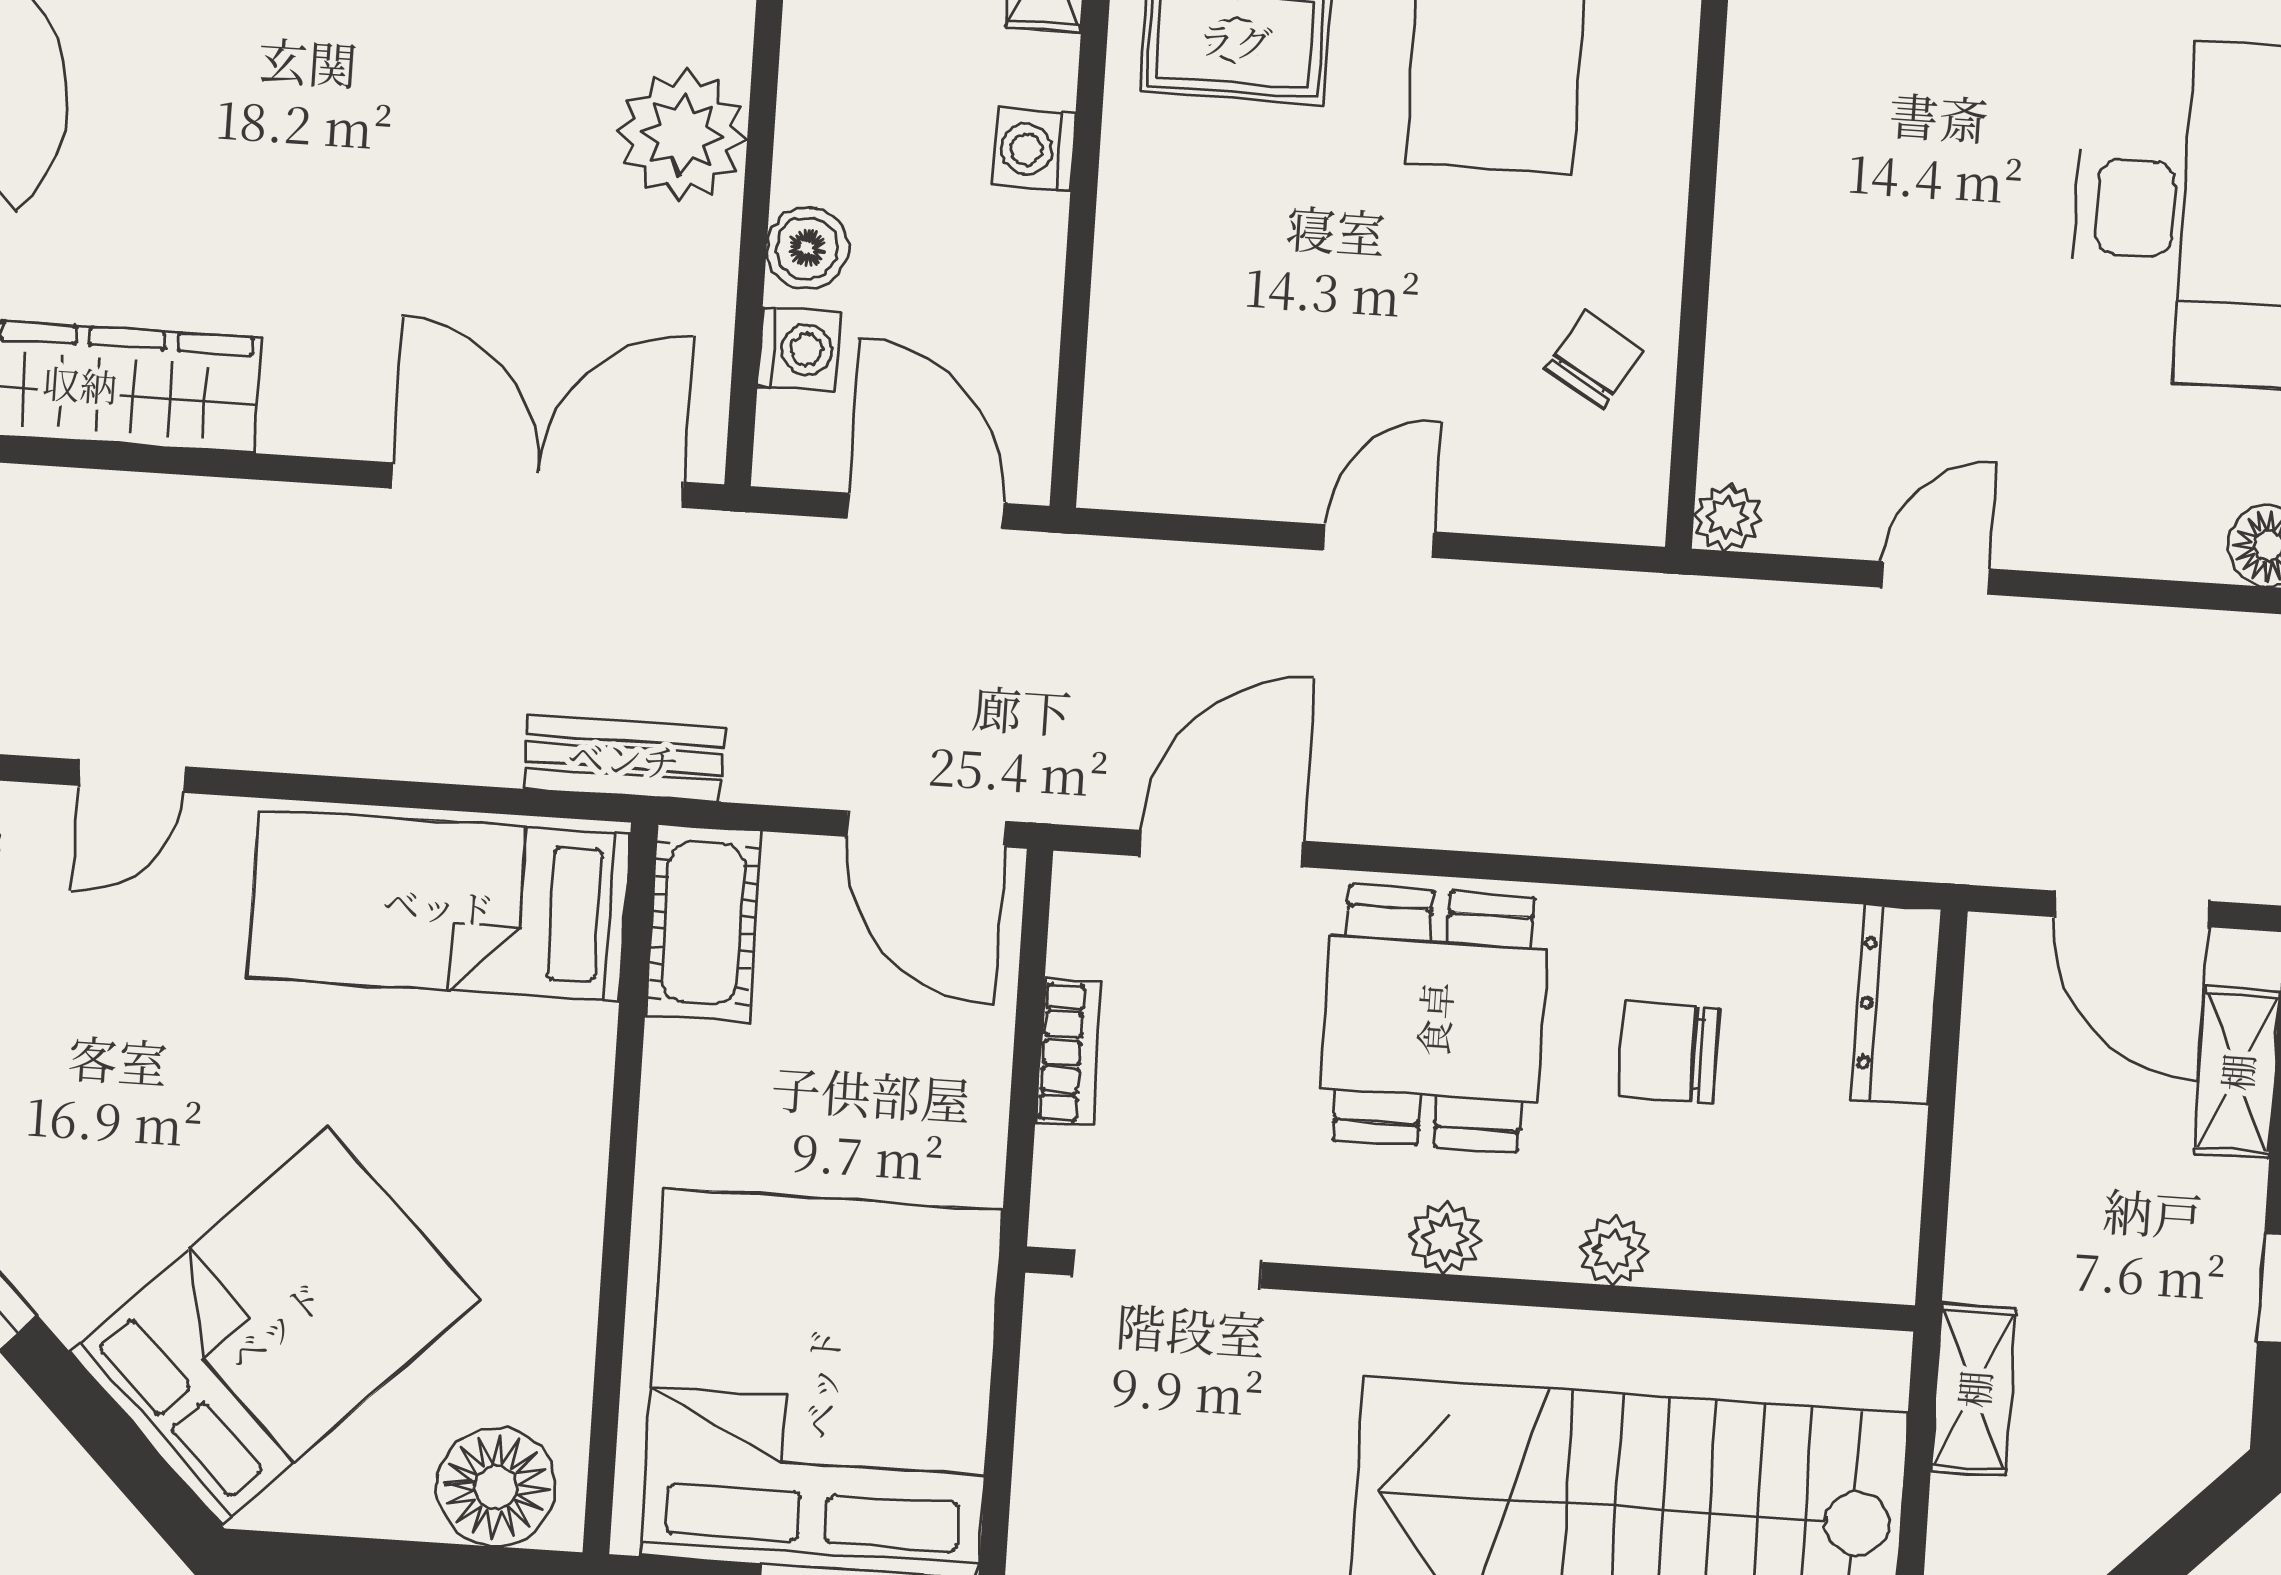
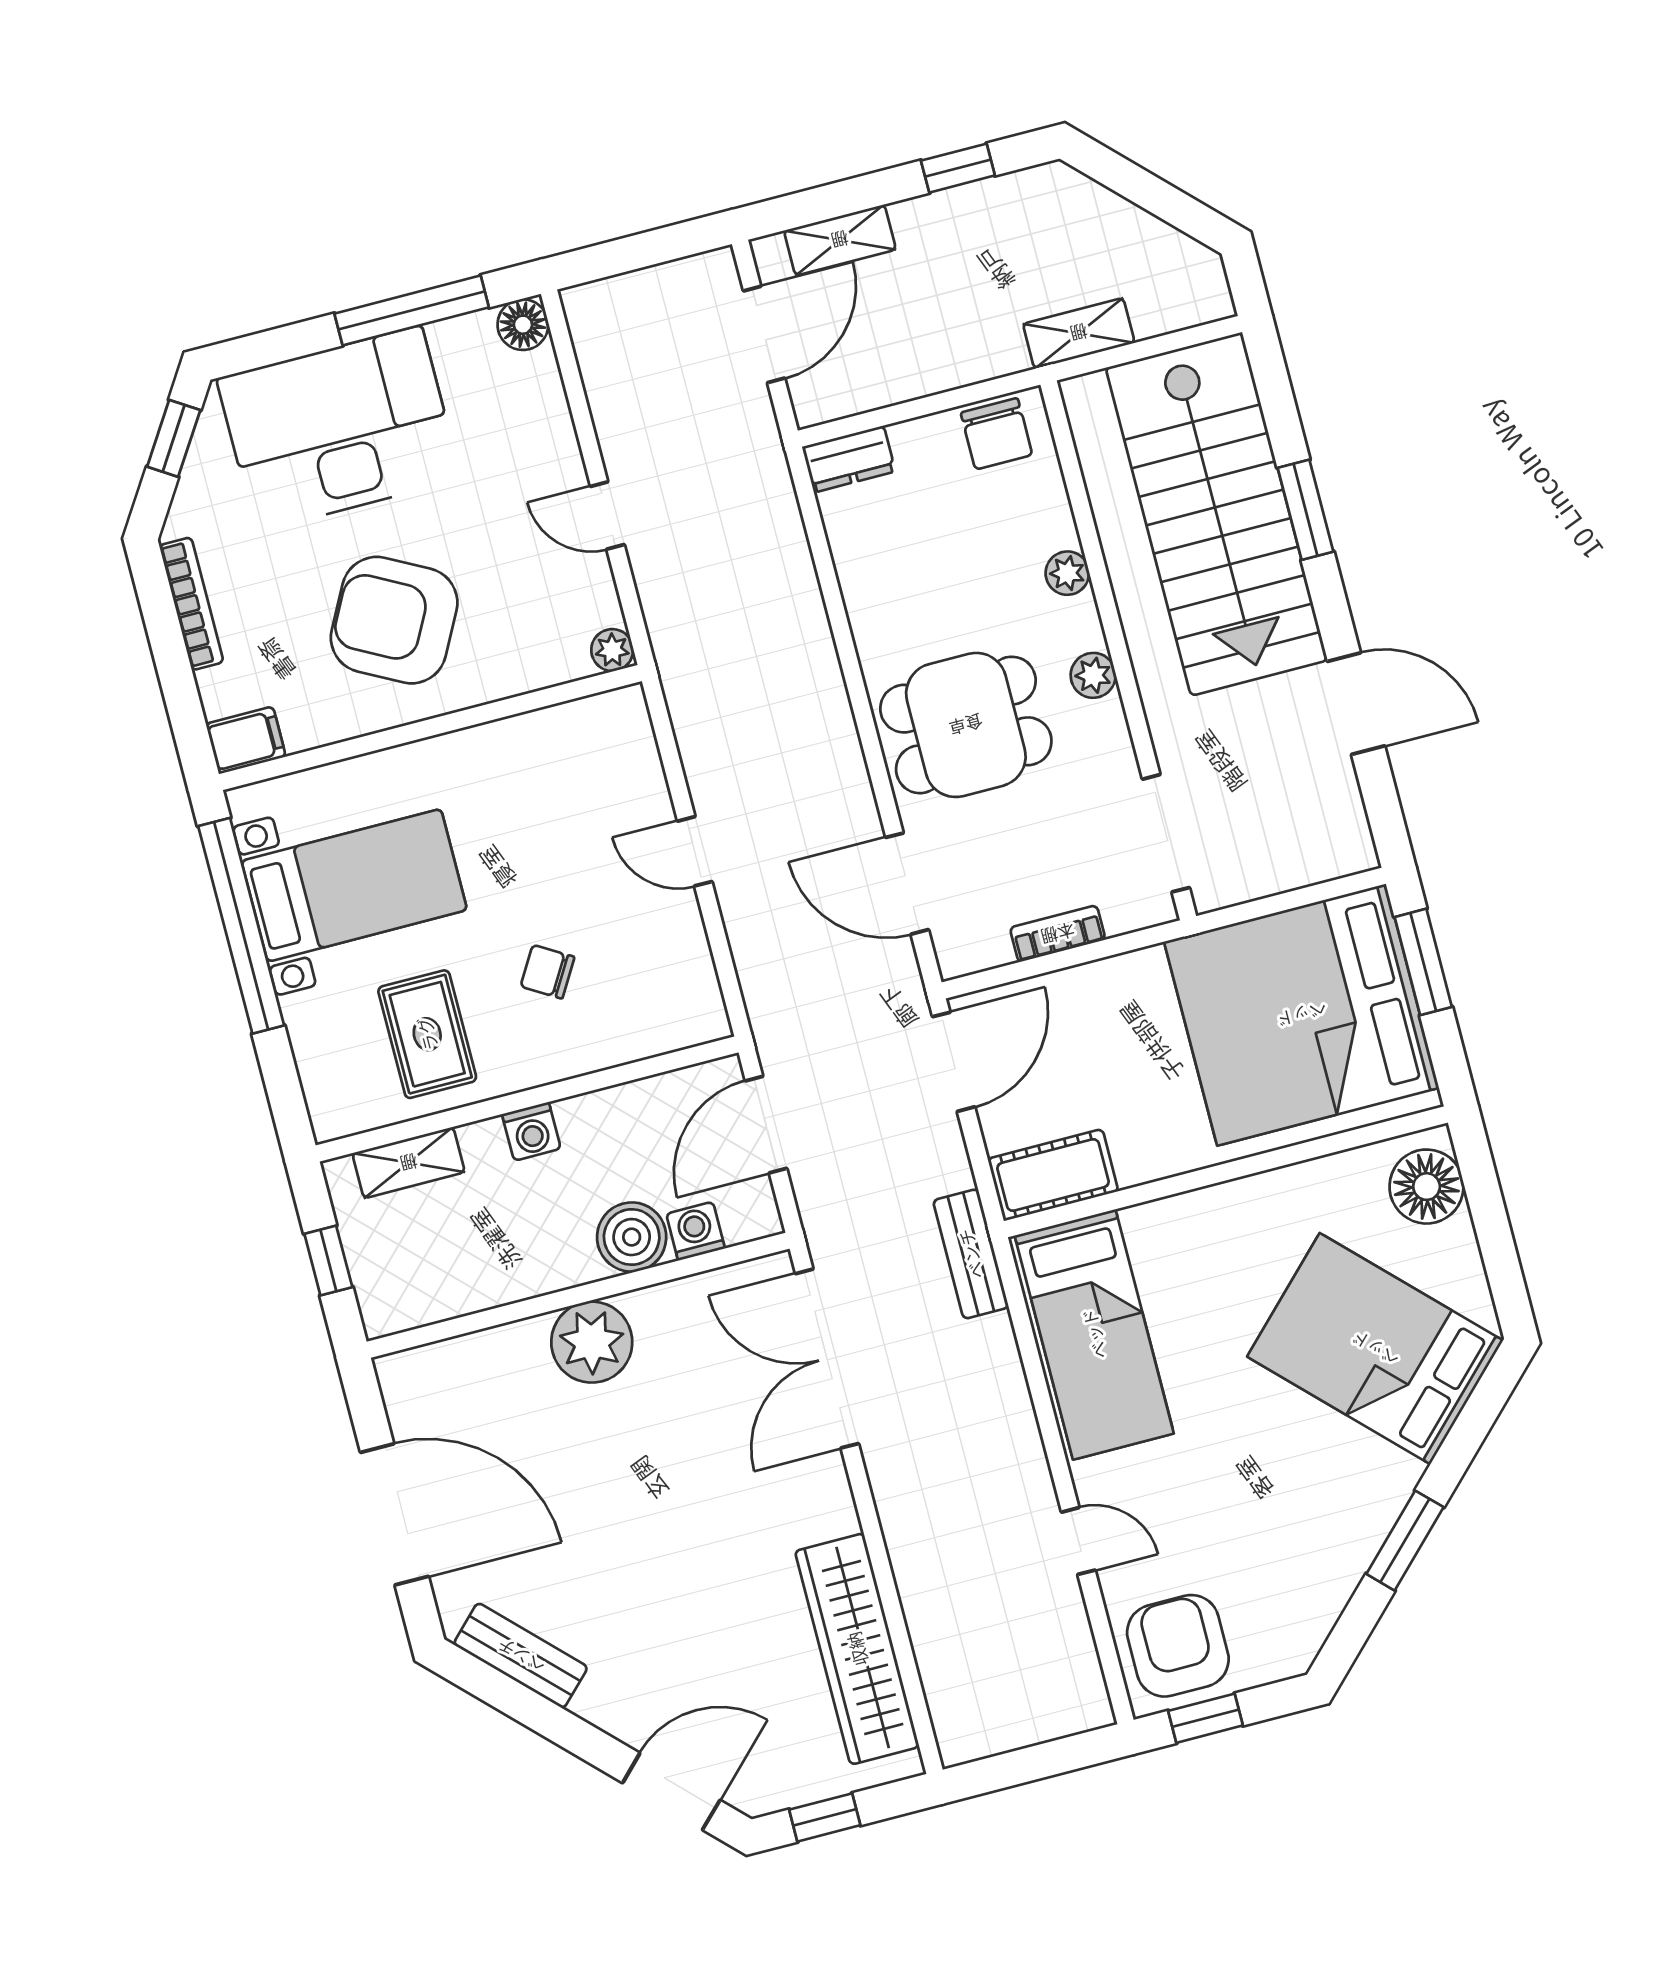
armchair: (1884, 200) -> (394, 620), added
boiler: (807, 248) -> (632, 1237), width x1.36, depth x1.36
chair: (1594, 360) -> (547, 972), moved
dresser: (1897, 1005) -> (849, 459), width x0.70
chair: (1669, 1052) -> (997, 434), moved

